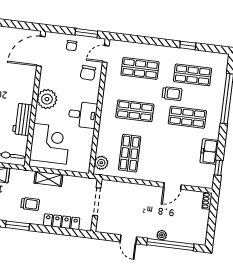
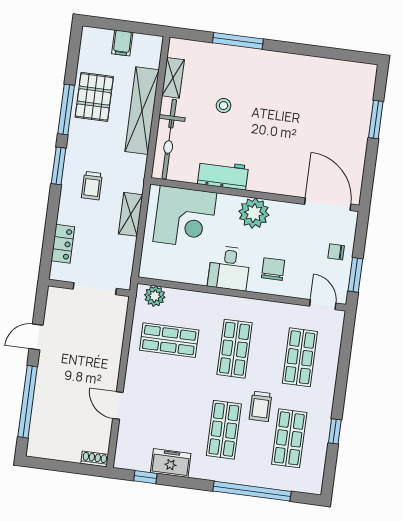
chair: (88, 73) -> (273, 269), moved, turned 85
locker: (62, 222) -> (63, 244), width x0.66
plant: (162, 235) -> (42, 389), removed

